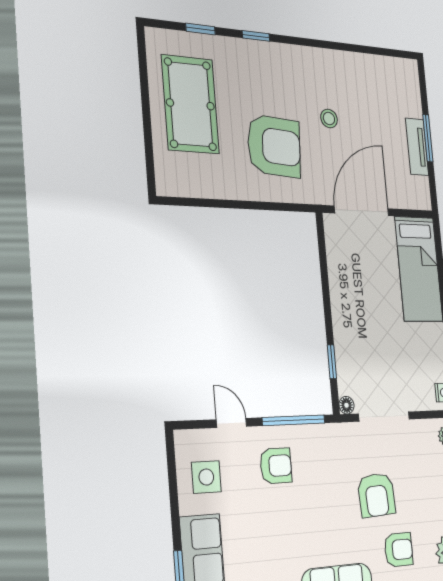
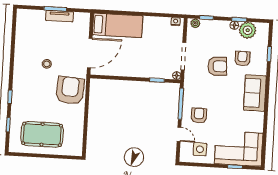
armchair: (274, 146) -> (70, 90), moved
door: (362, 211) -> (90, 53), swing flipped
door: (231, 423) -> (179, 134), swing flipped

